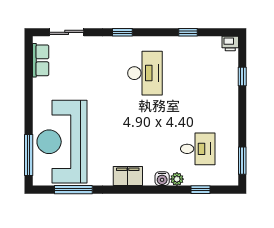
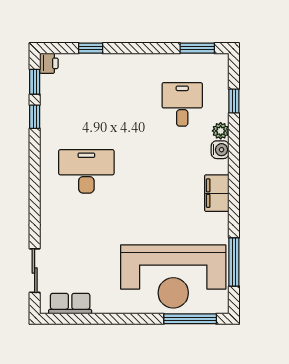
window: (122, 32) -> (35, 82), moved

